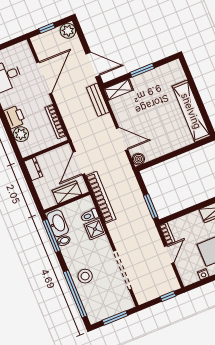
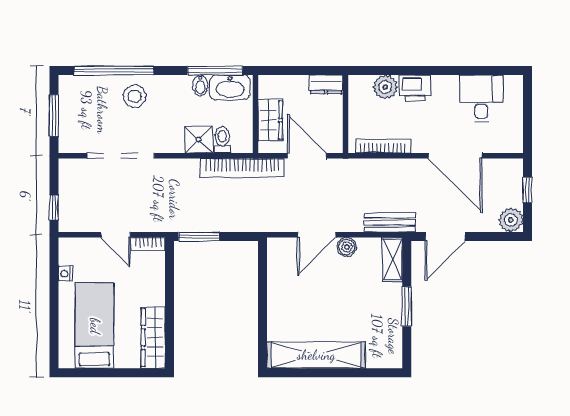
boiler: (138, 159) -> (347, 247), moved

